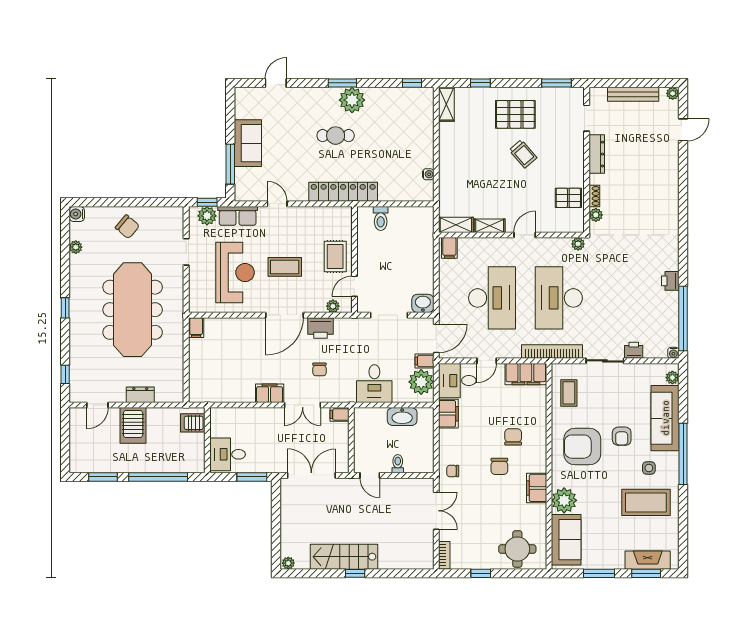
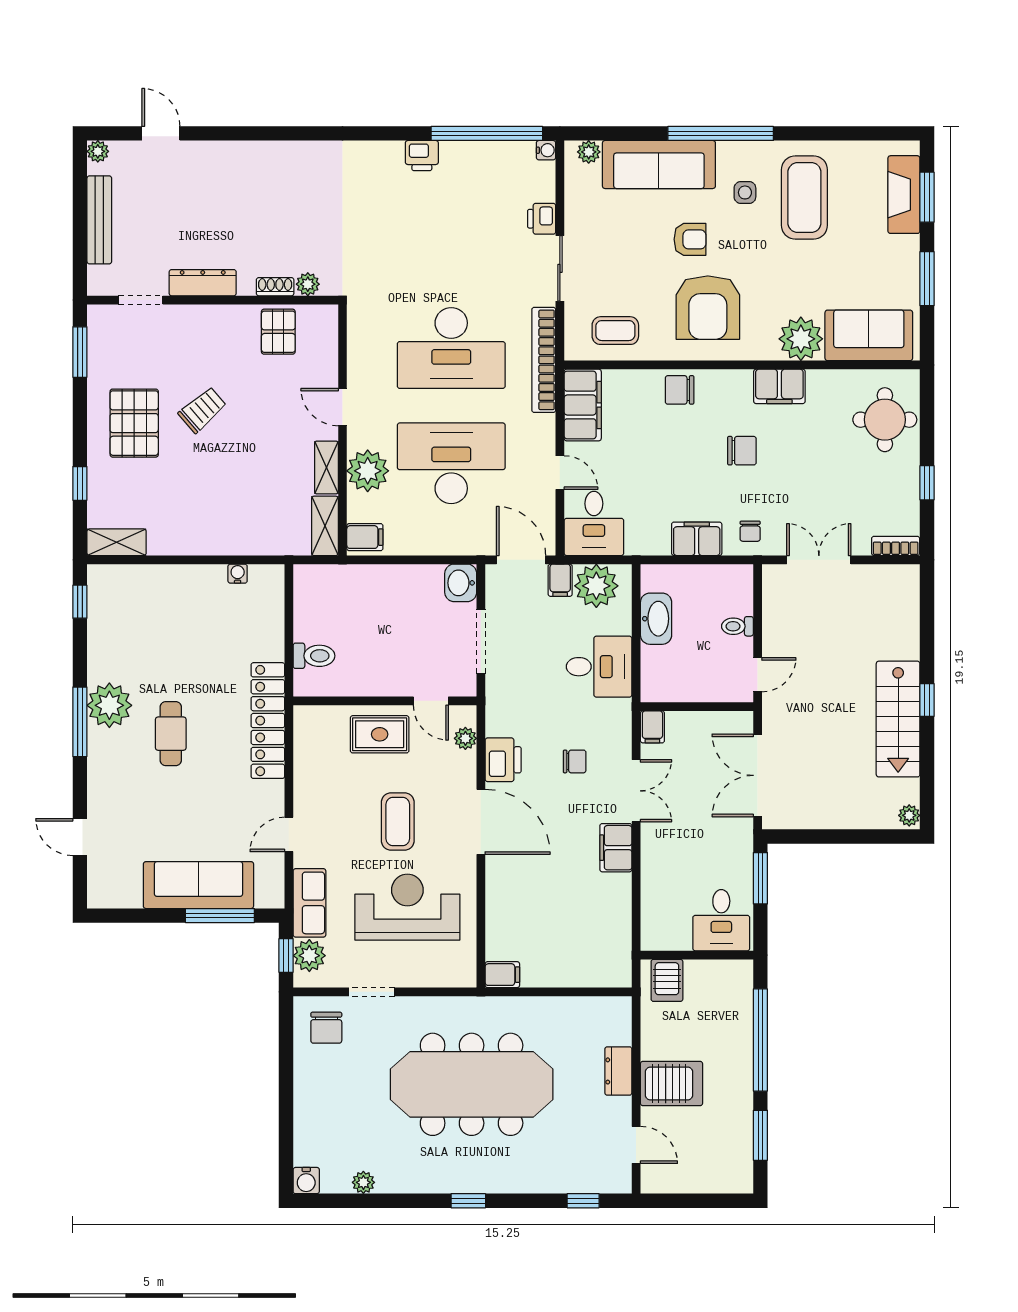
window: (342, 83) -> (80, 722), width x1.44
sofa: (248, 143) -> (198, 885), width x1.36
chair: (127, 227) -> (326, 1028), moved, turned 140
plant: (578, 244) -> (368, 471), moved, width x1.88, depth x1.88
filing cabinet: (448, 414) -> (697, 539), moved
chair: (513, 437) -> (680, 390), moved

